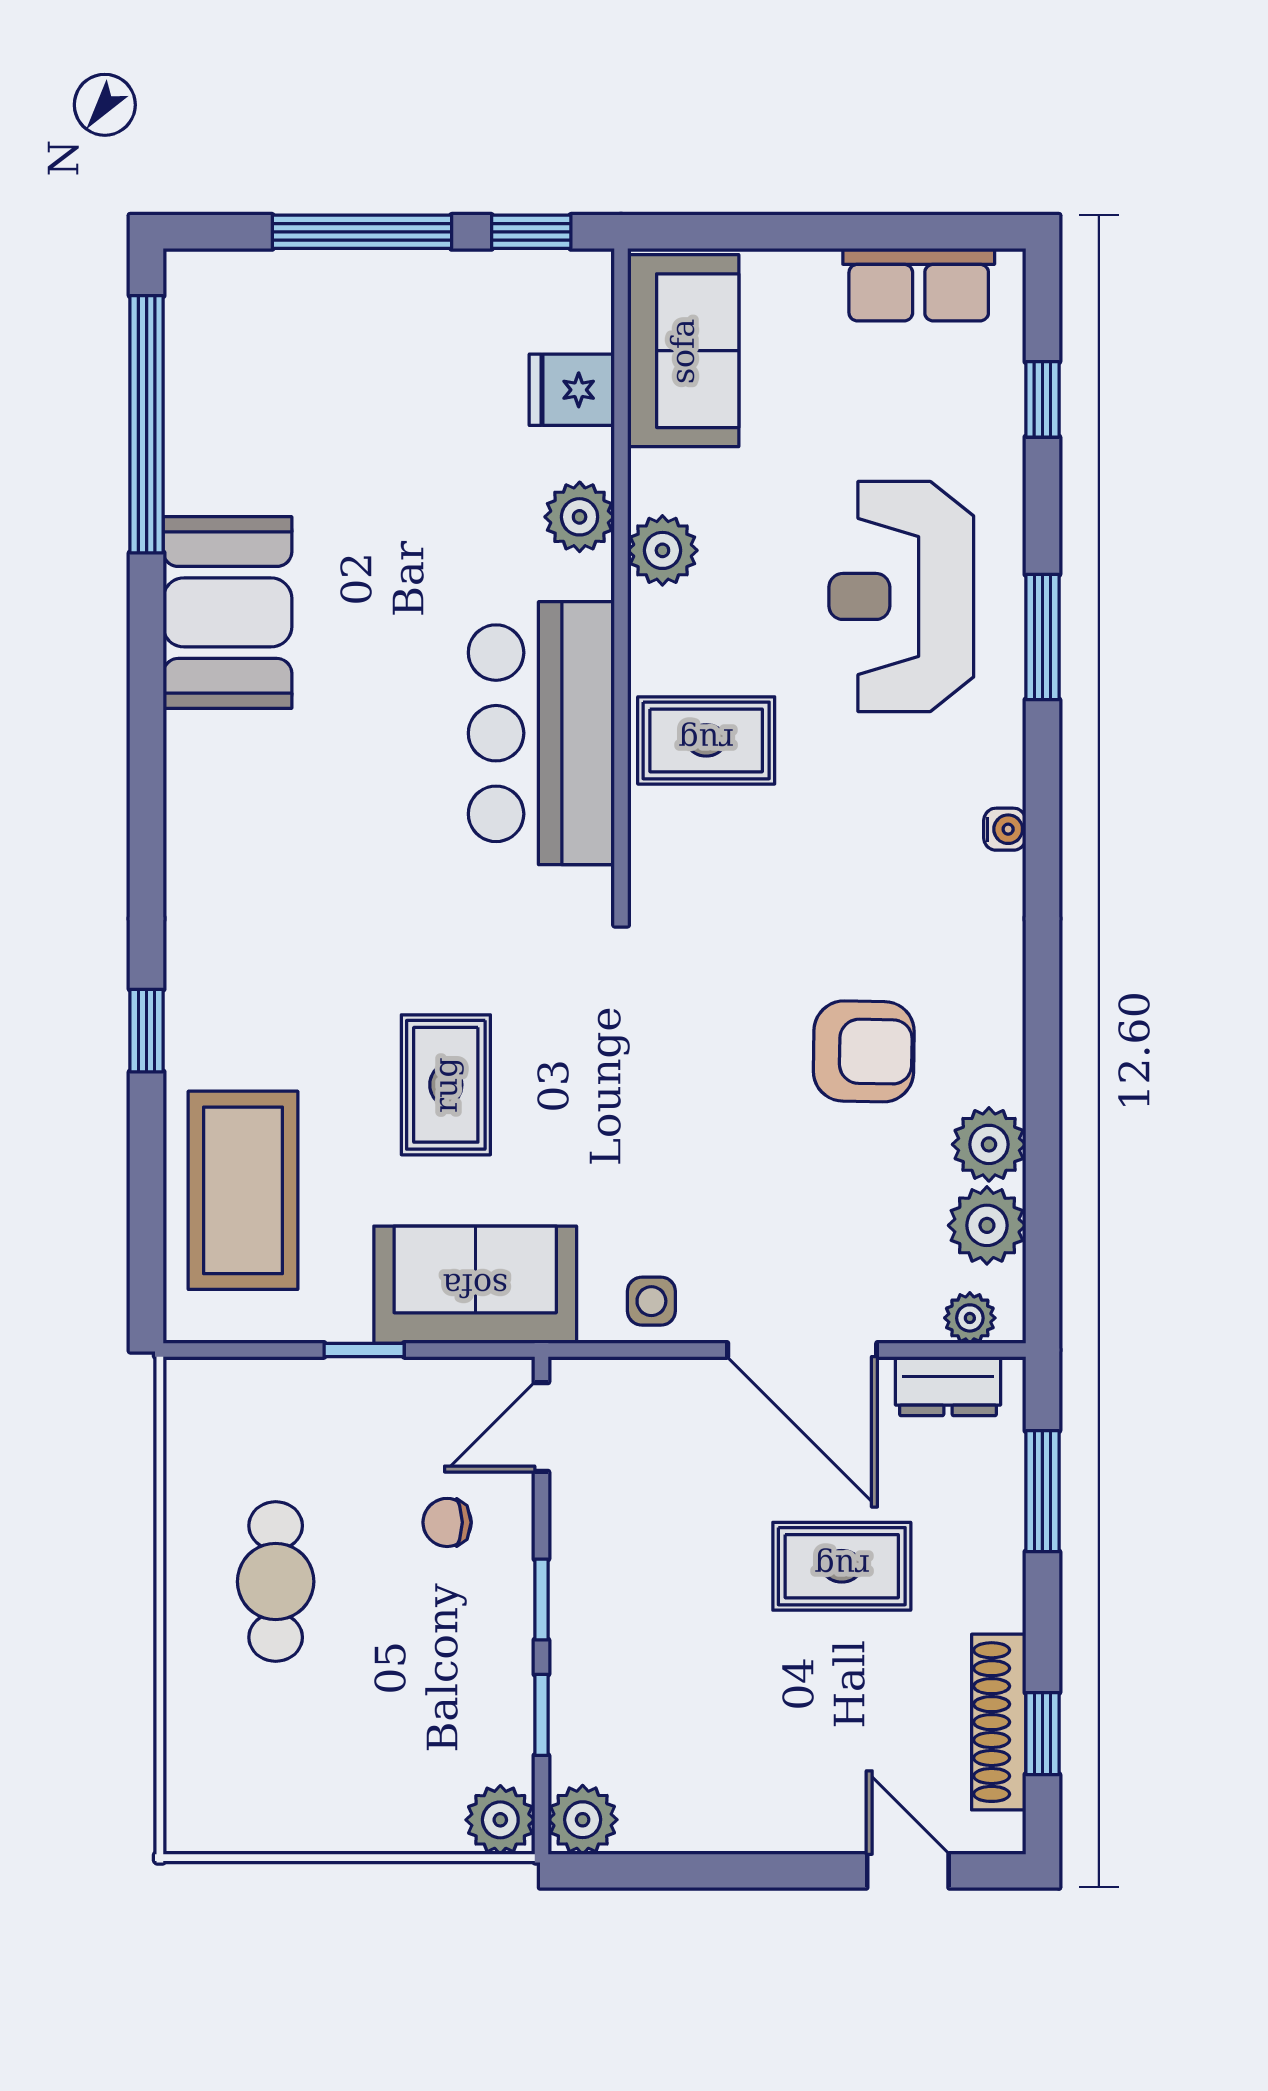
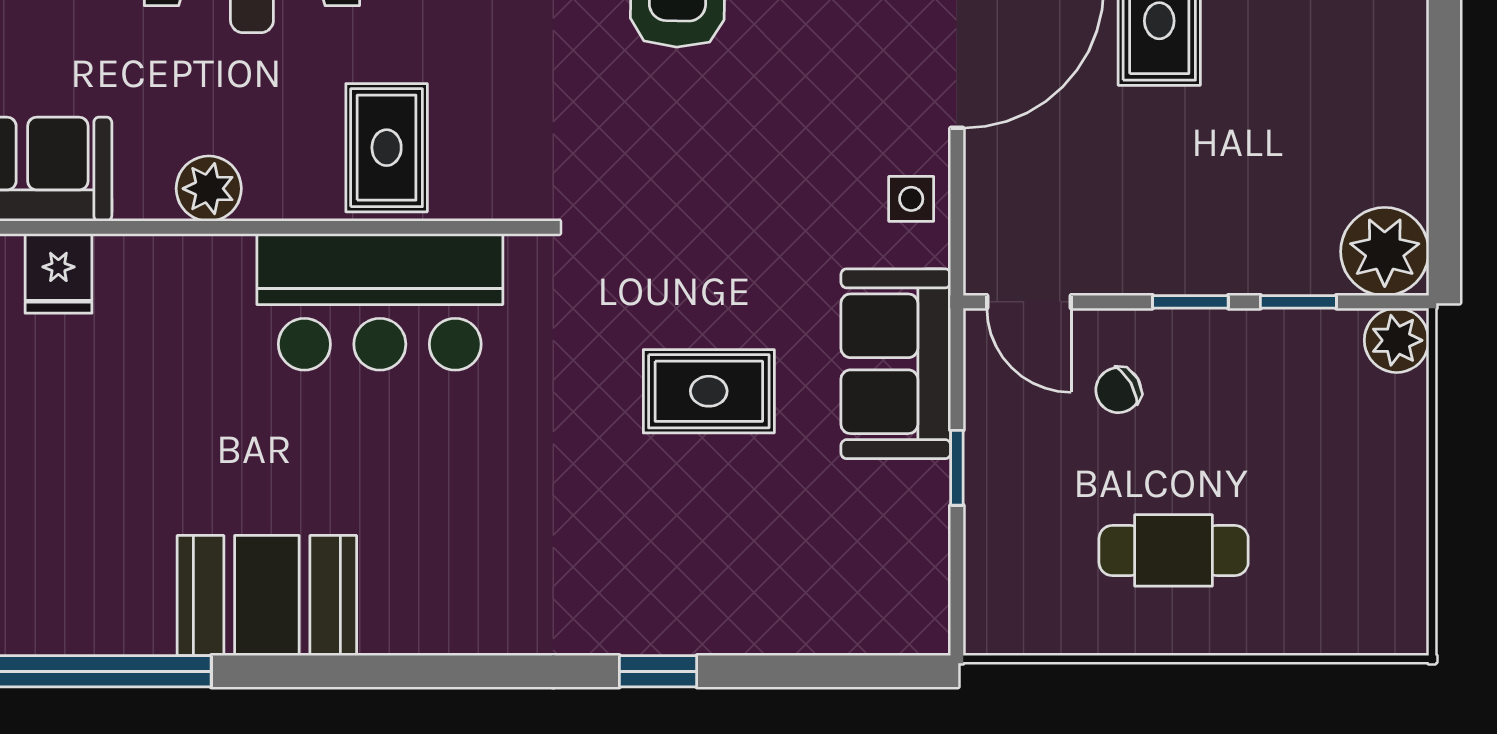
plant: (580, 517) -> (177, 266), removed
coffee table: (243, 1190) -> (808, 581), removed
chair: (447, 1522) -> (1118, 390), turned 60
plant: (583, 1820) -> (1385, 252), width x1.36, depth x1.36

